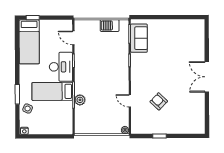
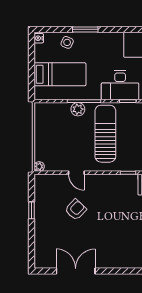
double door: (207, 77) -> (76, 271), moved
sun lounger: (99, 78) -> (105, 134), added
bed: (52, 91) -> (60, 74), moved, turned 90
door: (130, 101) -> (76, 173), swing flipped

